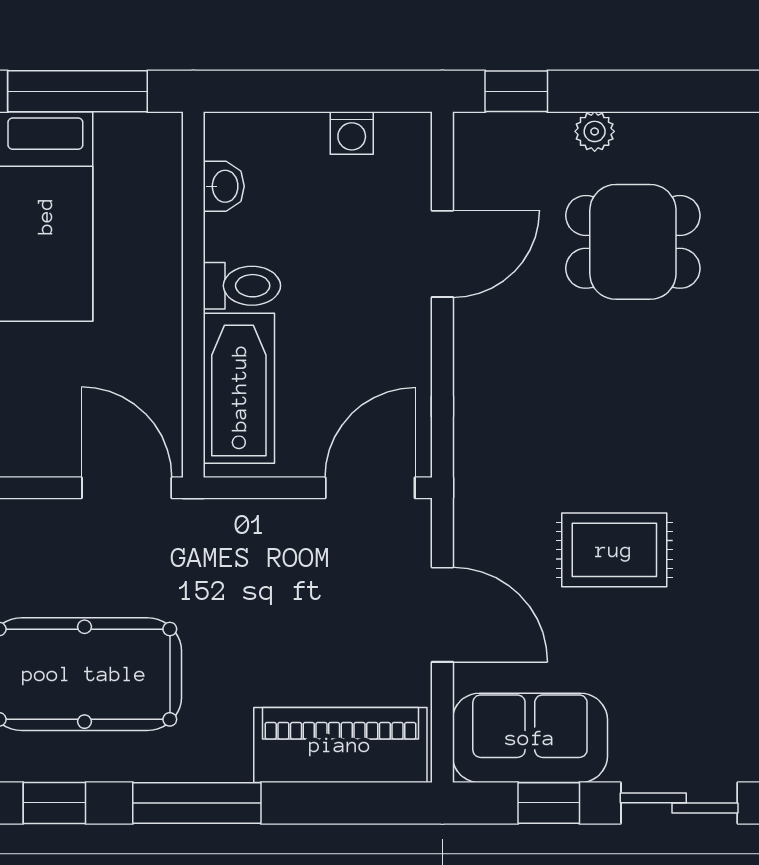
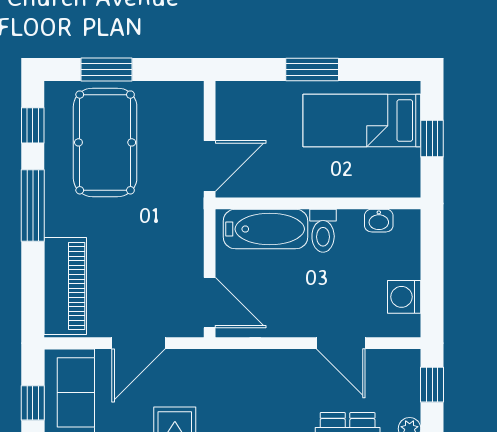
window: (77, 91) -> (432, 138), width x0.46
washing machine: (352, 133) -> (404, 297), width x1.38, depth x1.38

